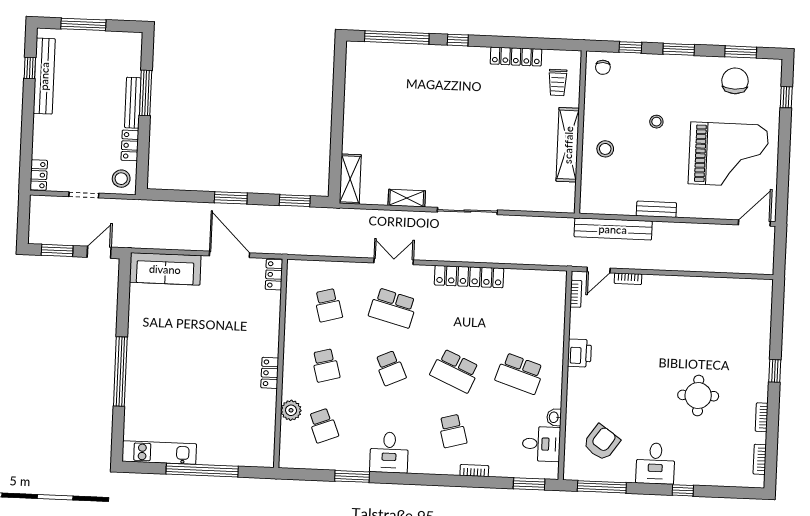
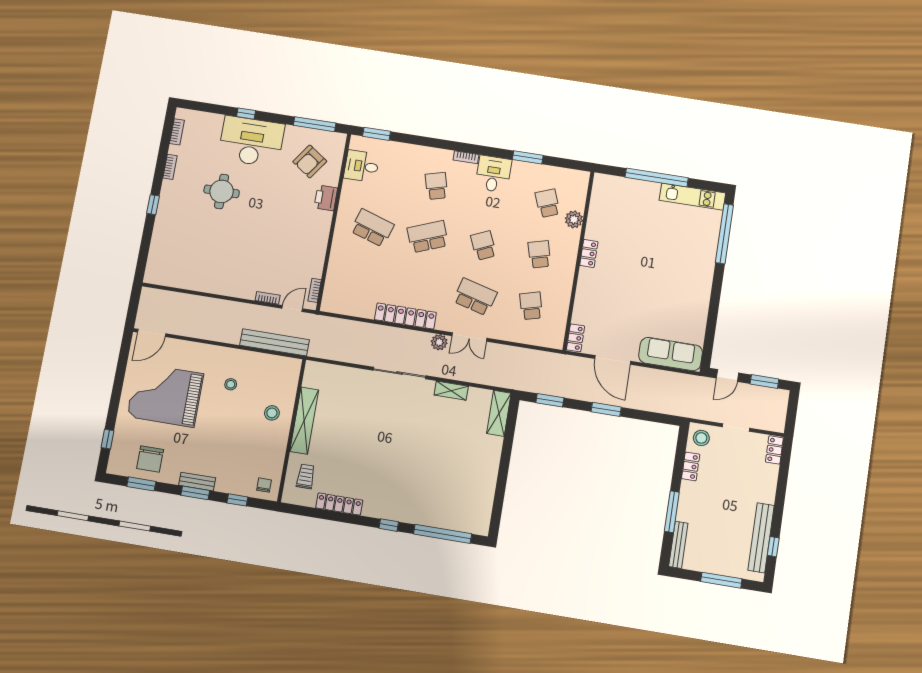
bench: (133, 103) -> (678, 545), moved
stool: (656, 122) -> (231, 384), moved
bench: (656, 209) -> (197, 482), moved
plant: (427, 251) -> (439, 342), added
printer: (579, 353) -> (326, 198), moved
school desk: (455, 371) -> (428, 237), turned -45
window: (120, 372) -> (724, 234), moved
washbasin: (554, 417) -> (348, 187), removed
desk: (655, 463) -> (251, 142), width x1.87, depth x1.30
bookcase: (474, 471) -> (466, 157), moved

